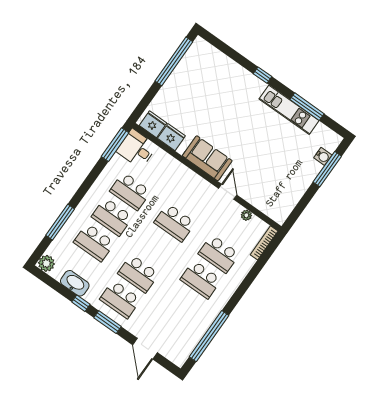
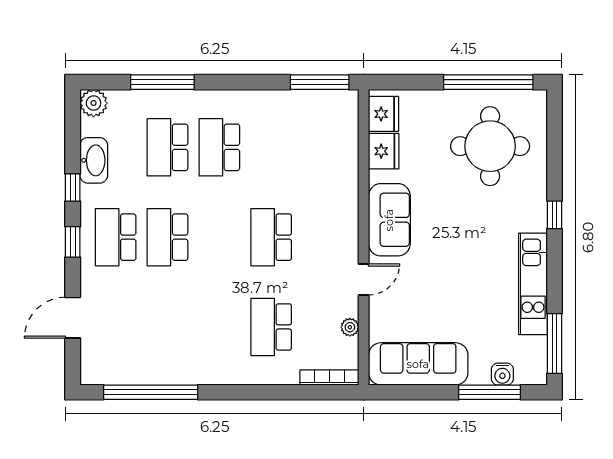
round table: (206, 83) -> (490, 146), added
window: (307, 107) -> (554, 343), moved
desk: (137, 149) -> (335, 115), removed
school desk: (130, 191) -> (271, 147), removed
sofa: (288, 194) -> (418, 364), added
school desk: (201, 280) -> (219, 327), removed
window: (108, 322) -> (73, 242), width x0.67

